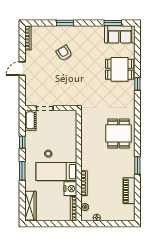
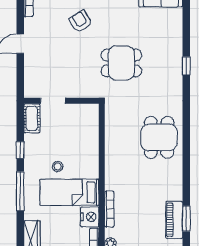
dining table: (120, 69) -> (121, 63), moved
window: (137, 165) -> (186, 219), moved
window: (22, 171) -> (20, 191), width x1.44

